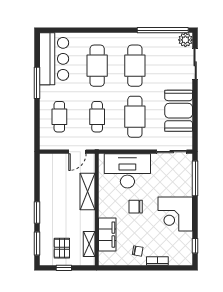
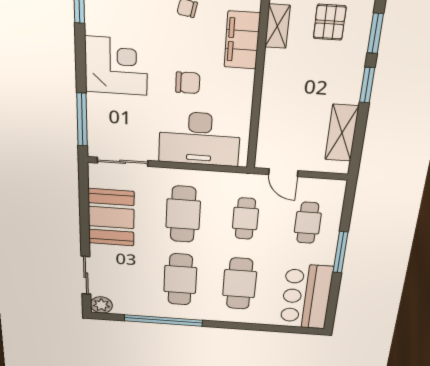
window: (163, 30) -> (163, 320), moved
window: (37, 83) -> (340, 252), moved
door: (77, 152) -> (283, 173), swing flipped
shelving: (87, 192) -> (342, 133), moved

